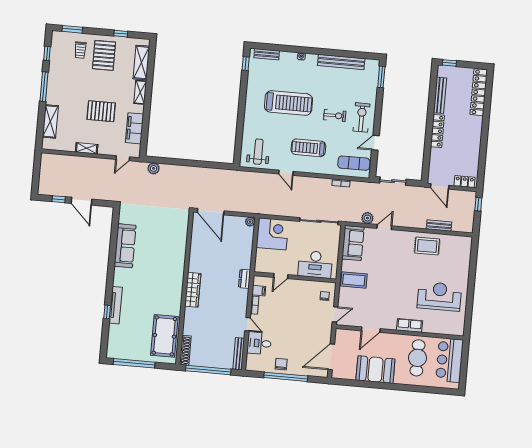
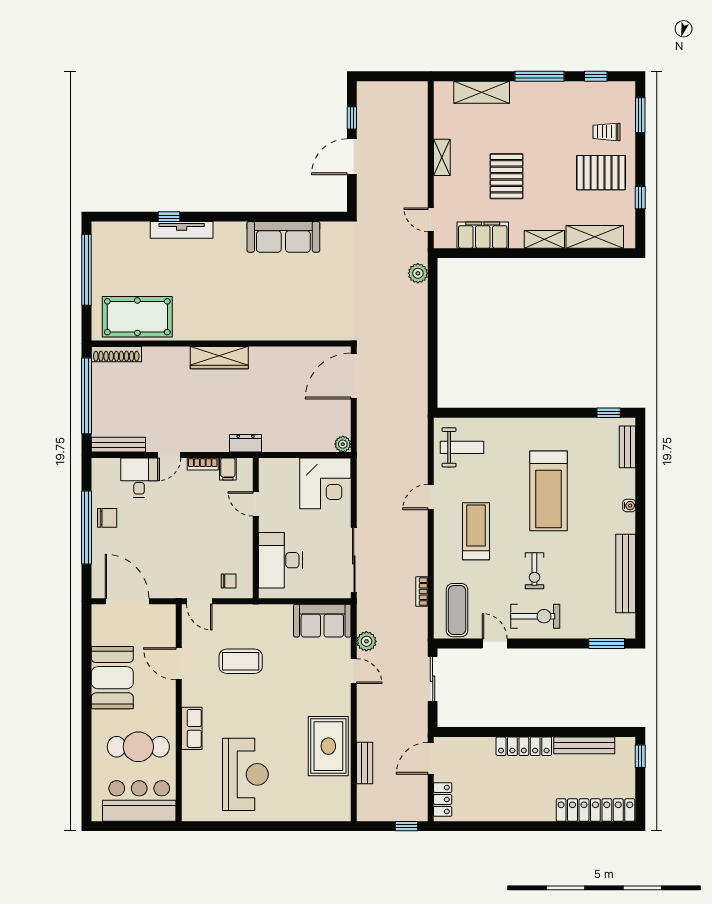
rug: (427, 246) -> (328, 746), width x1.36, depth x1.43
coffee table: (354, 280) -> (241, 661), moved, turned 90

